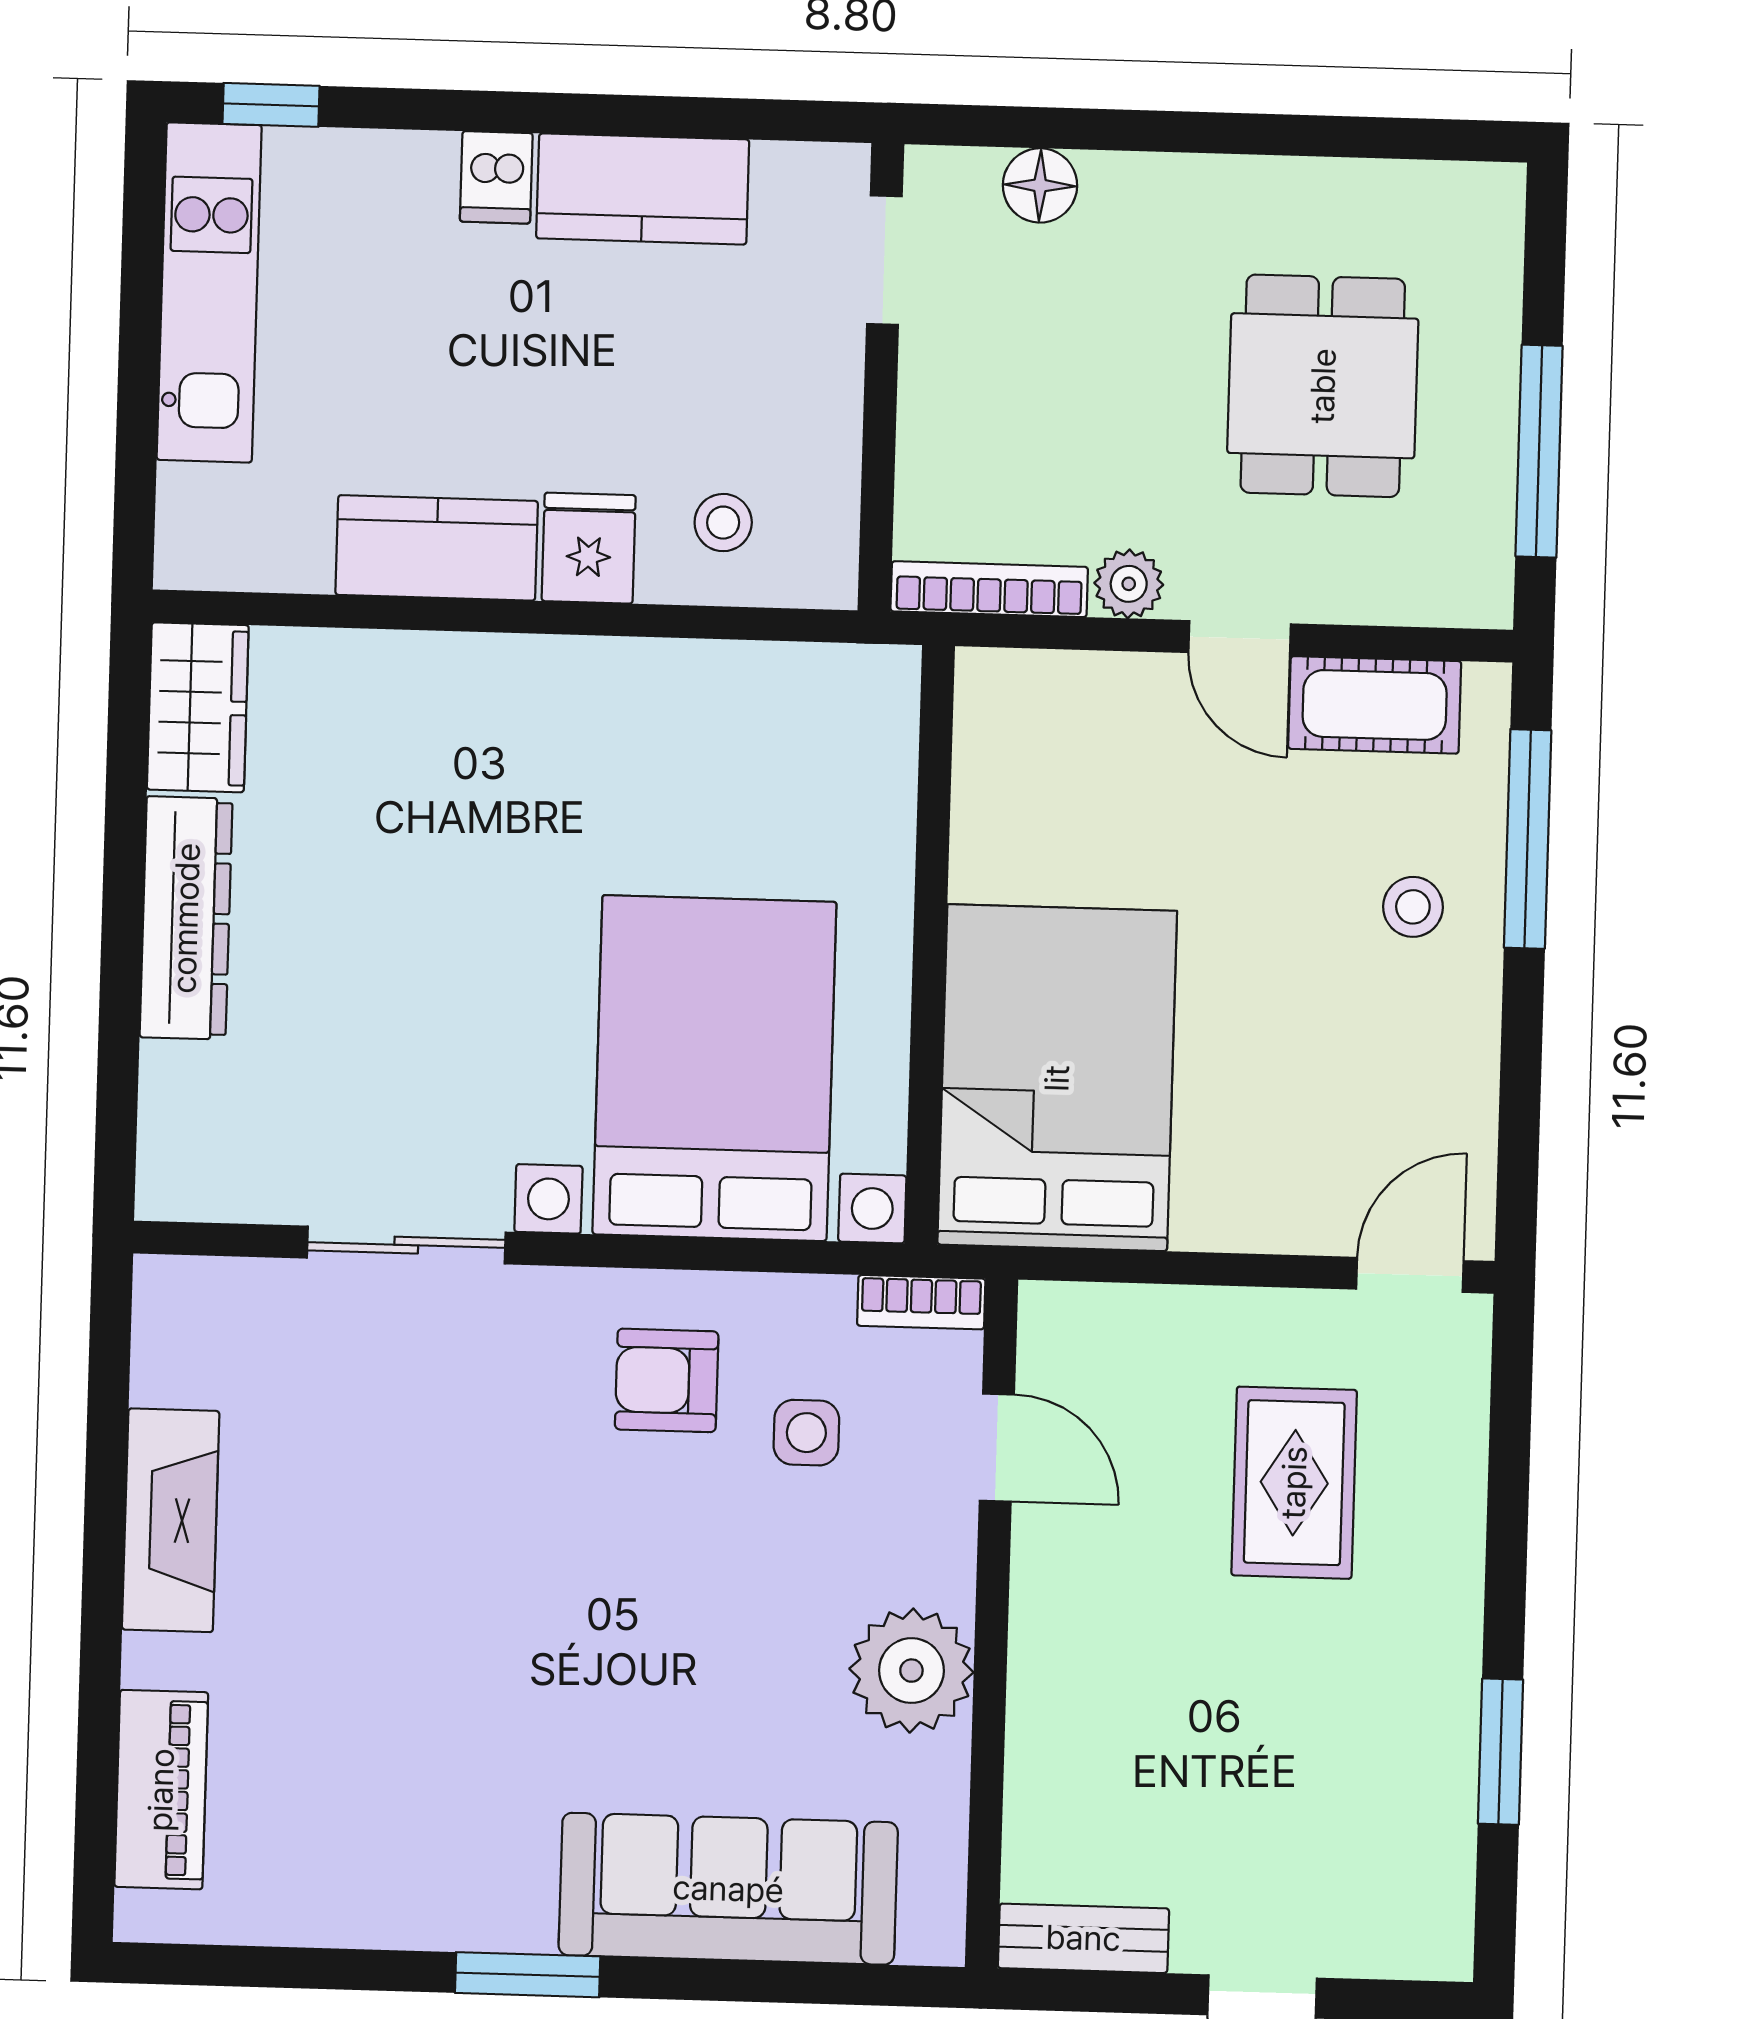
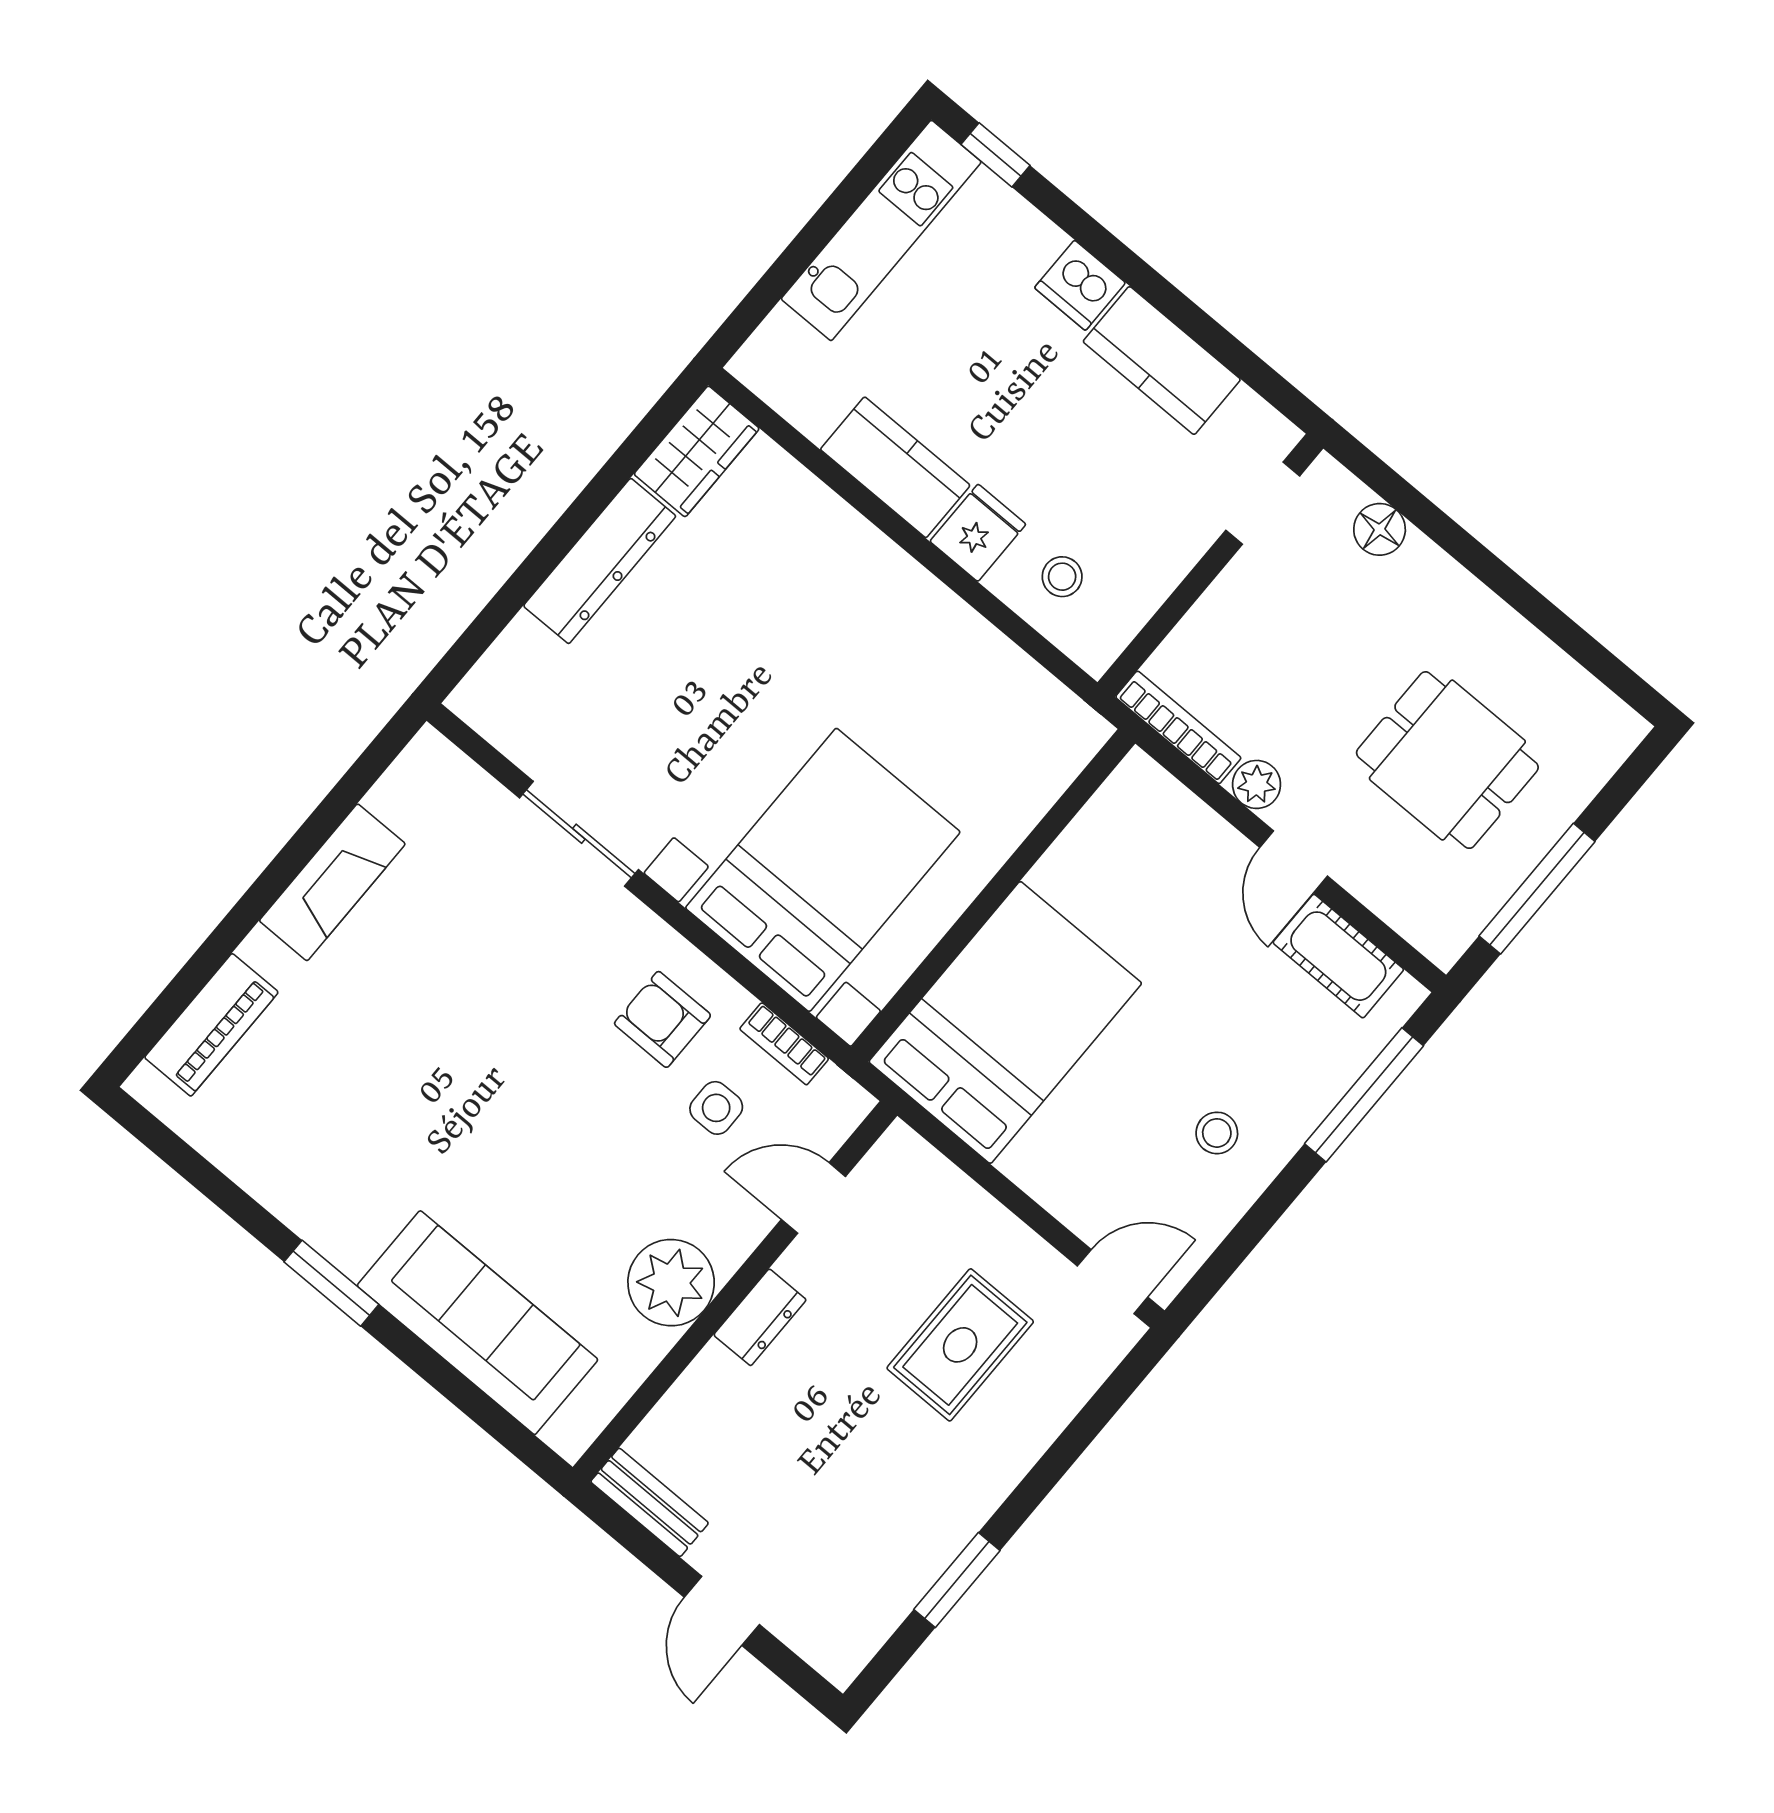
dishwasher: (496, 177) -> (1080, 285), width x1.38
dining table: (1323, 386) -> (1447, 760), turned 90
stool: (1413, 907) -> (1217, 1133), moved
bookcase: (921, 1302) -> (784, 1044), moved
door: (997, 1448) -> (813, 1198), swing flipped
dresser: (1043, 1630) -> (760, 1317), added

